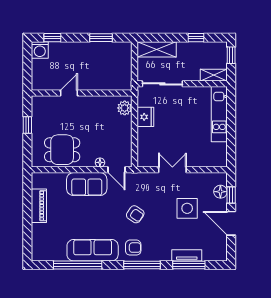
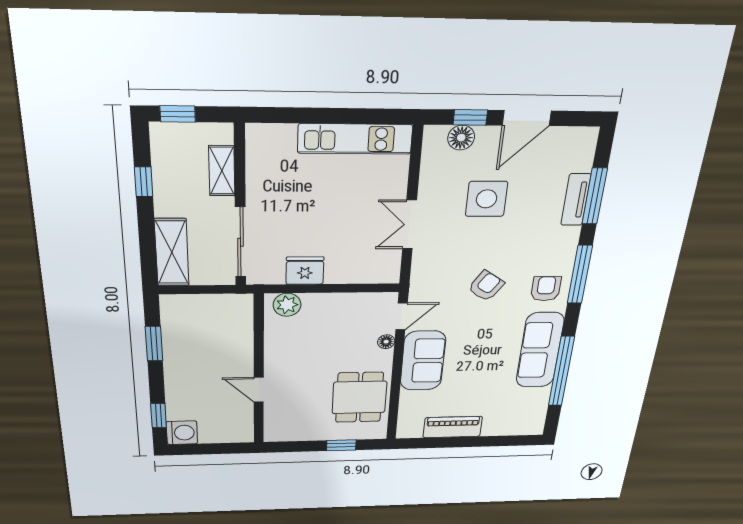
shelving: (214, 75) -> (222, 171), moved
kitchen unit: (219, 114) -> (355, 139), moved
window: (27, 125) -> (341, 445), moved

